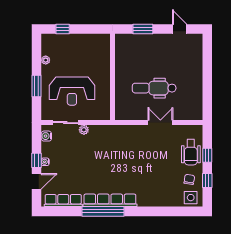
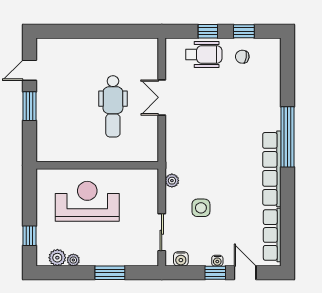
window: (143, 29) -> (29, 106), moved
plant: (47, 49) -> (57, 258), added
reception desk: (72, 91) -> (87, 201), moved, turned -90
plant: (84, 130) -> (172, 181), moved
side table: (191, 198) -> (201, 208), moved
window: (103, 211) -> (287, 137), moved

